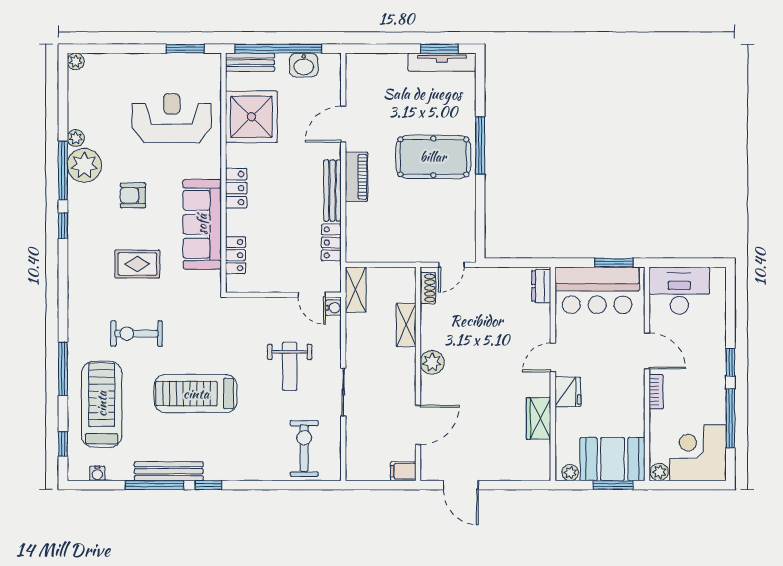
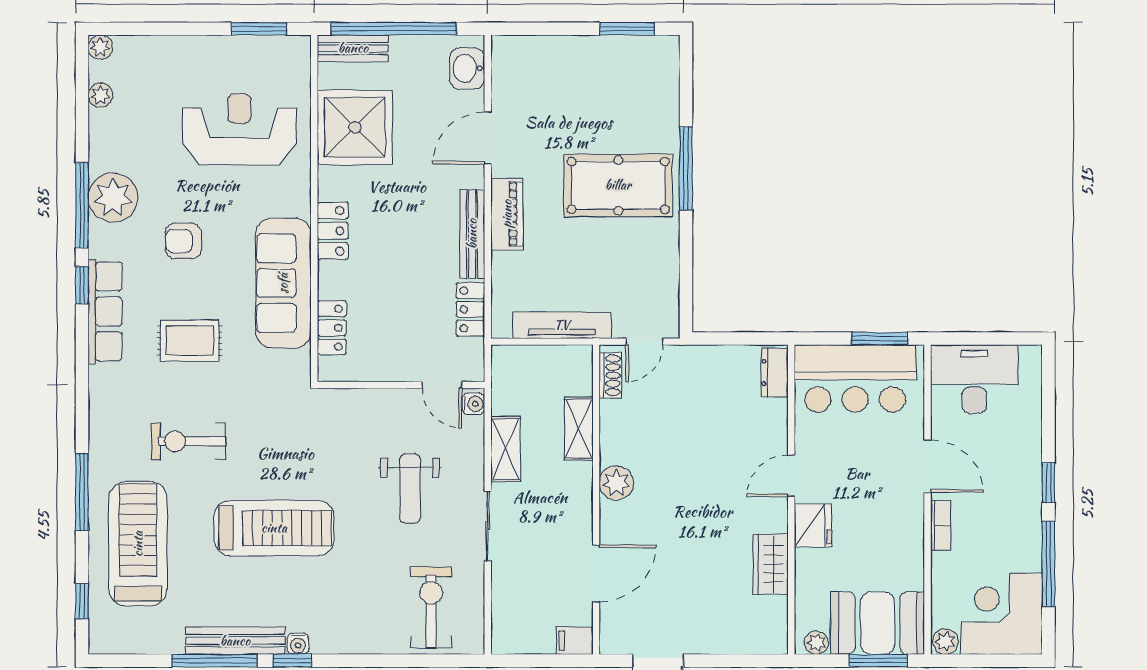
tv unit: (442, 62) -> (562, 325), moved, turned 180
washbasin: (304, 65) -> (467, 68), moved, turned 90
plant: (76, 138) -> (100, 95), moved
row of seats: (79, 244) -> (105, 311), added
shelving: (356, 290) -> (506, 449), moved
treadmill: (196, 394) -> (274, 528), turned 180
water cooler: (97, 473) -> (298, 644), moved

